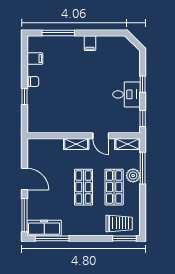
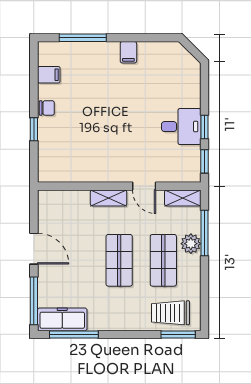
window: (143, 84) -> (204, 127), moved
trolley: (119, 223) -> (170, 313), turned 180

